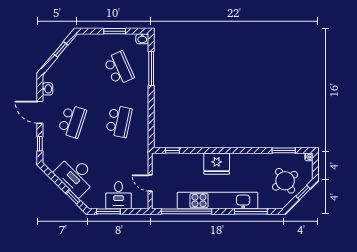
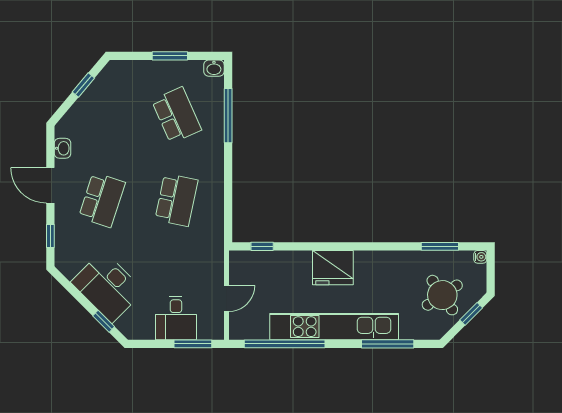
door: (150, 183) -> (226, 298), swing flipped
window: (108, 211) -> (193, 344), moved

